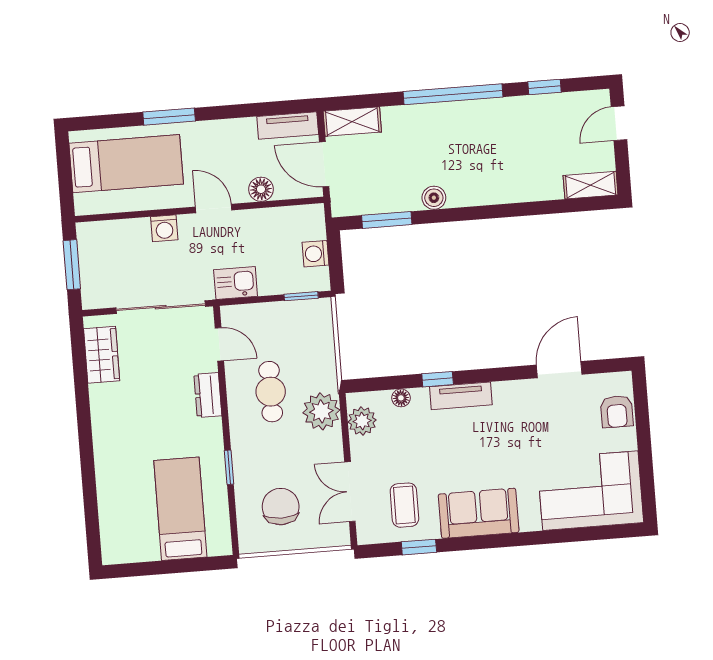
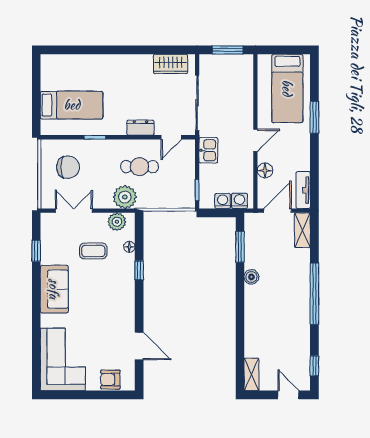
window: (545, 87) -> (314, 366), moved
washing machine: (164, 228) -> (239, 201), moved, turned 90
tv unit: (461, 396) -> (128, 284), removed
coffee table: (404, 505) -> (93, 251), moved

